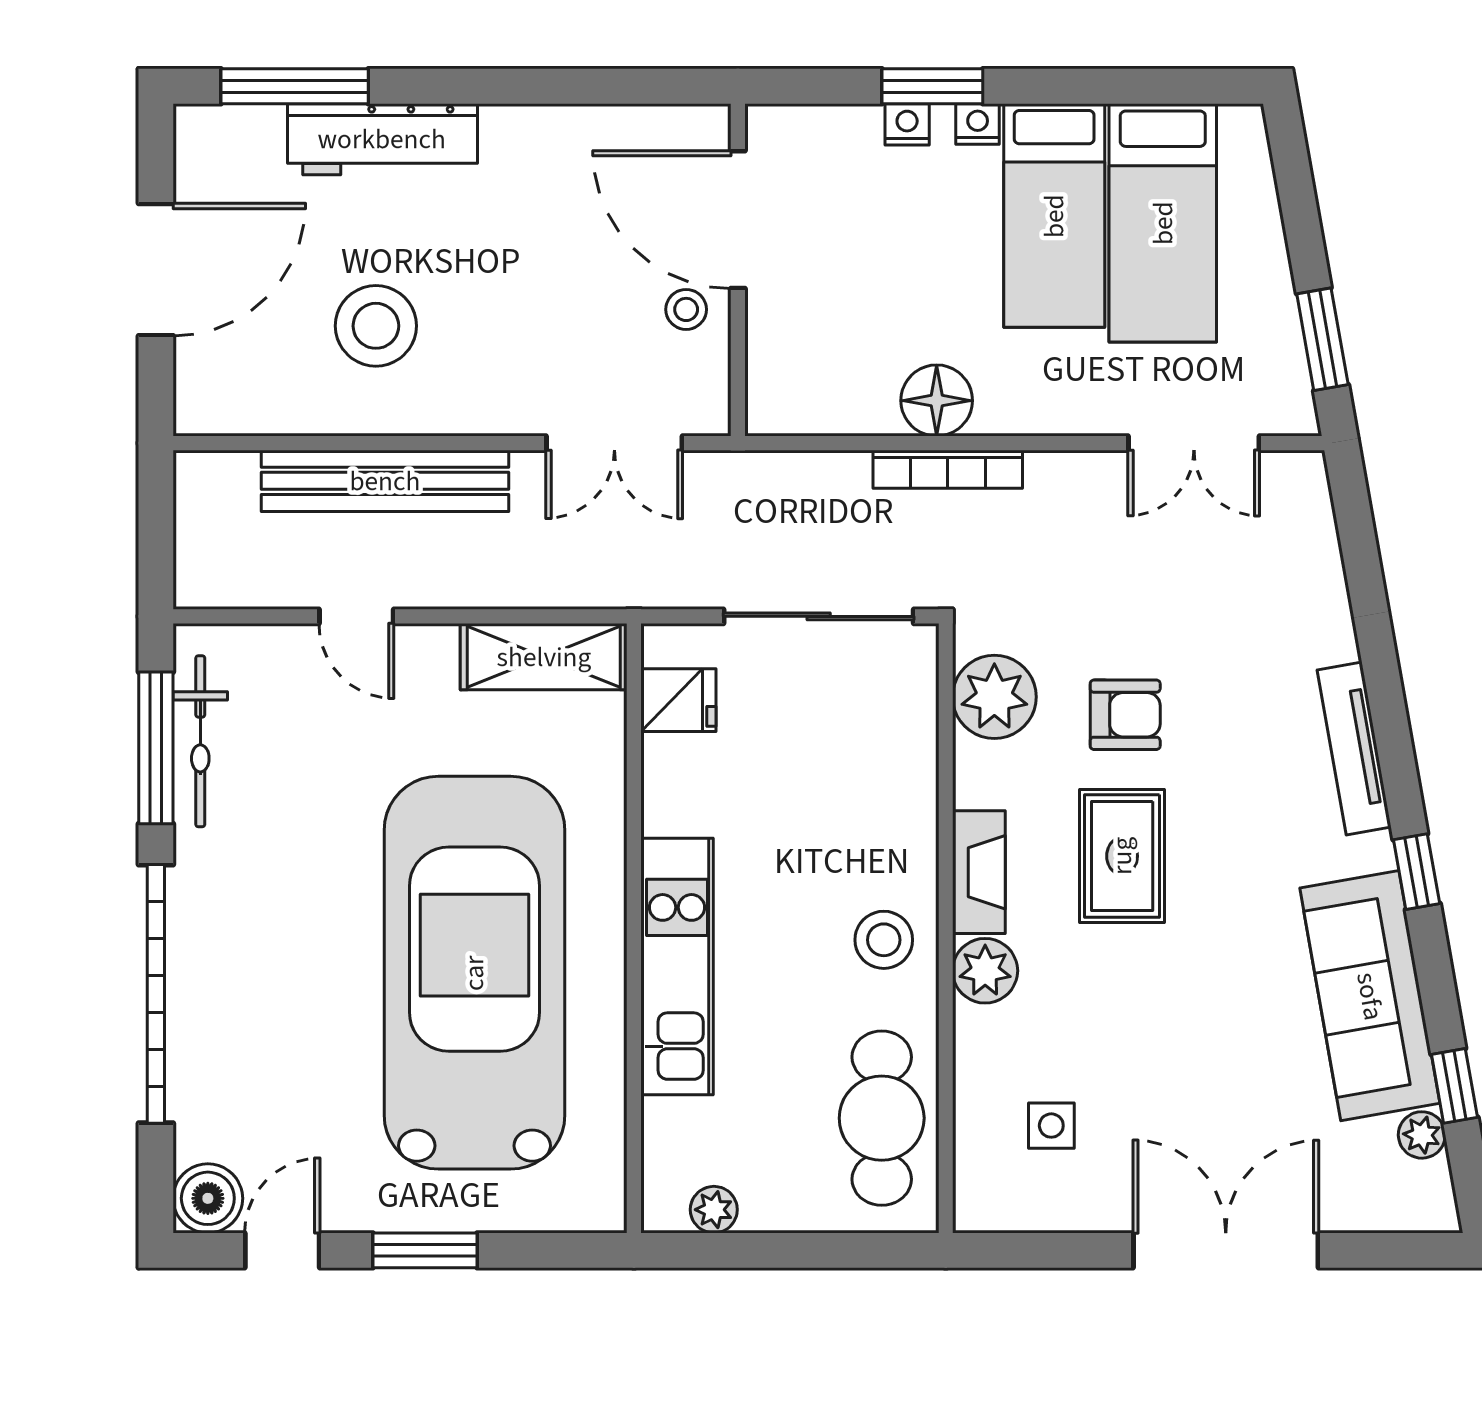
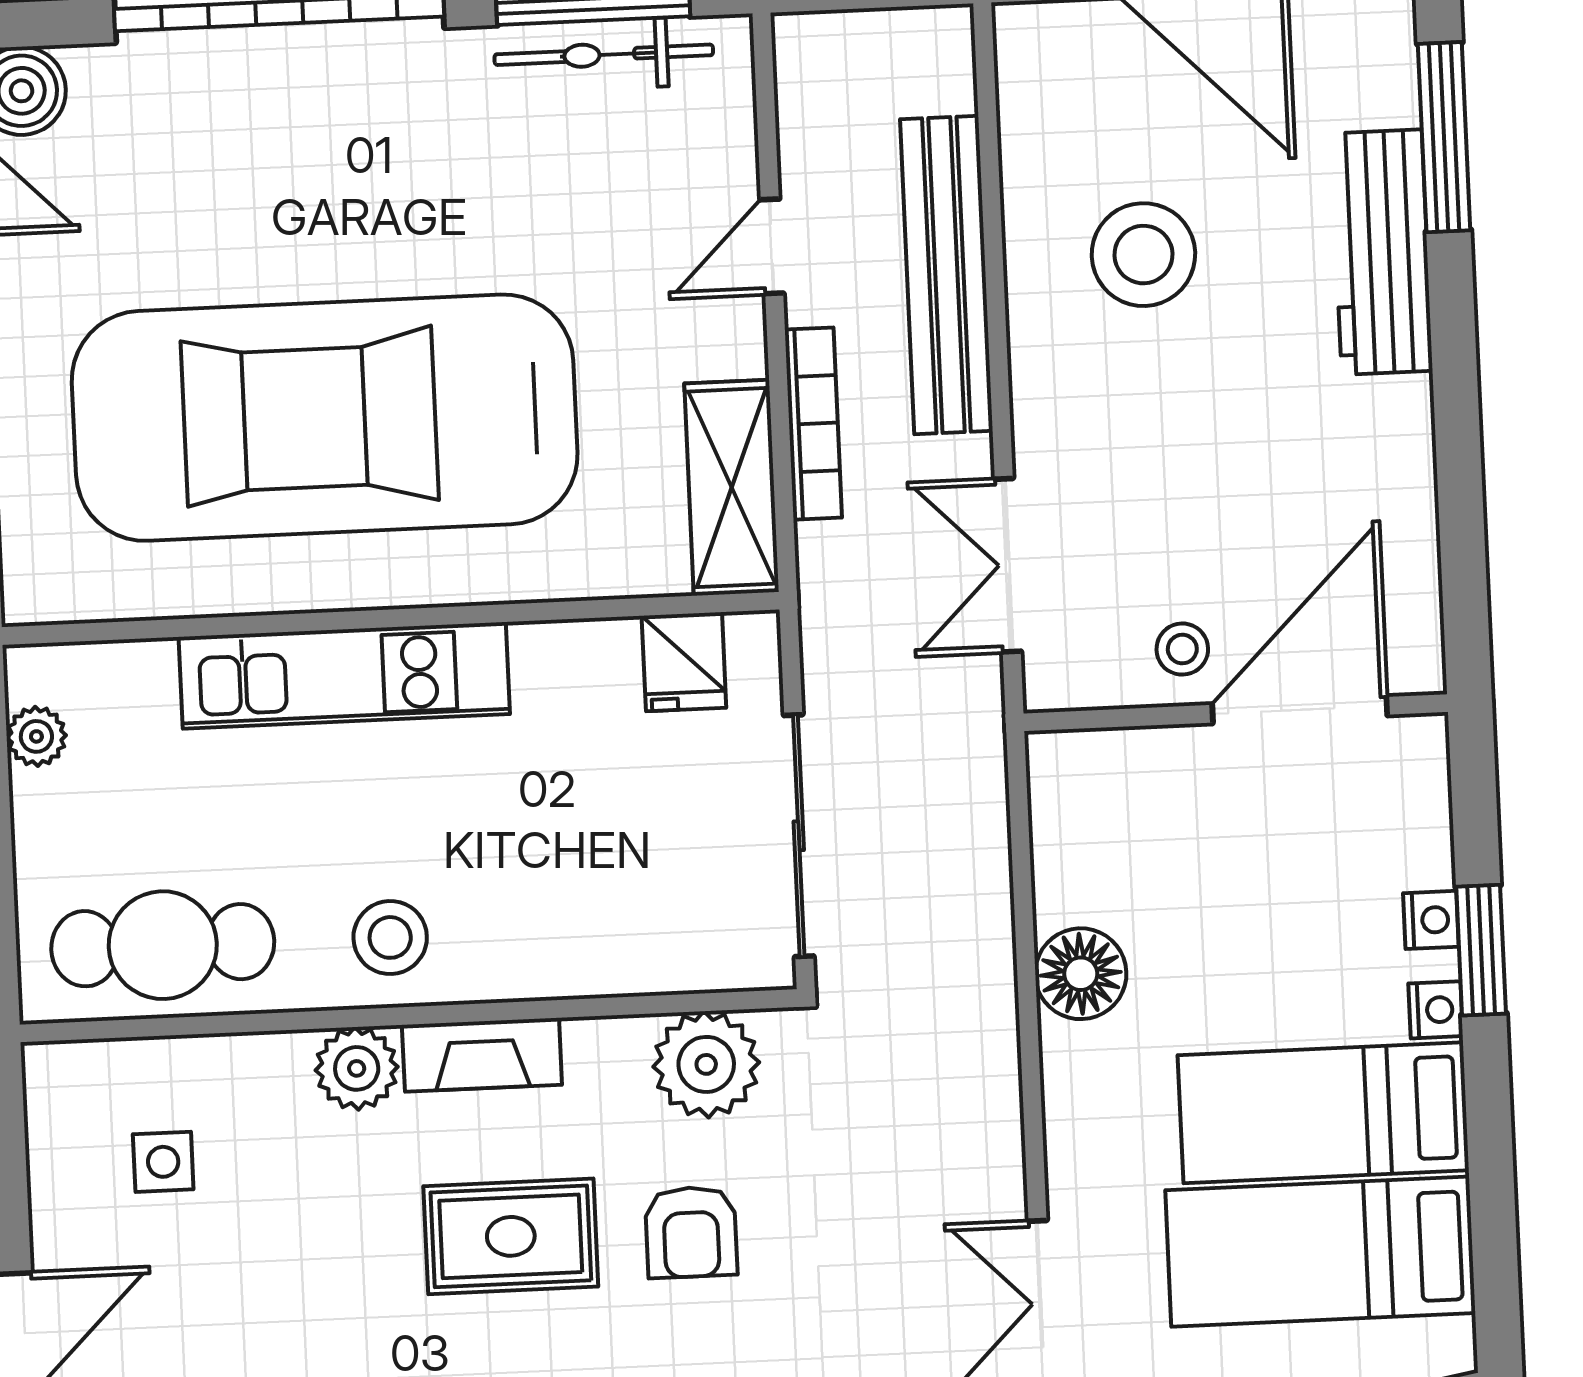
bookcase: (948, 469) -> (813, 424), moved, turned 180
car: (474, 973) -> (325, 418), turned 180

